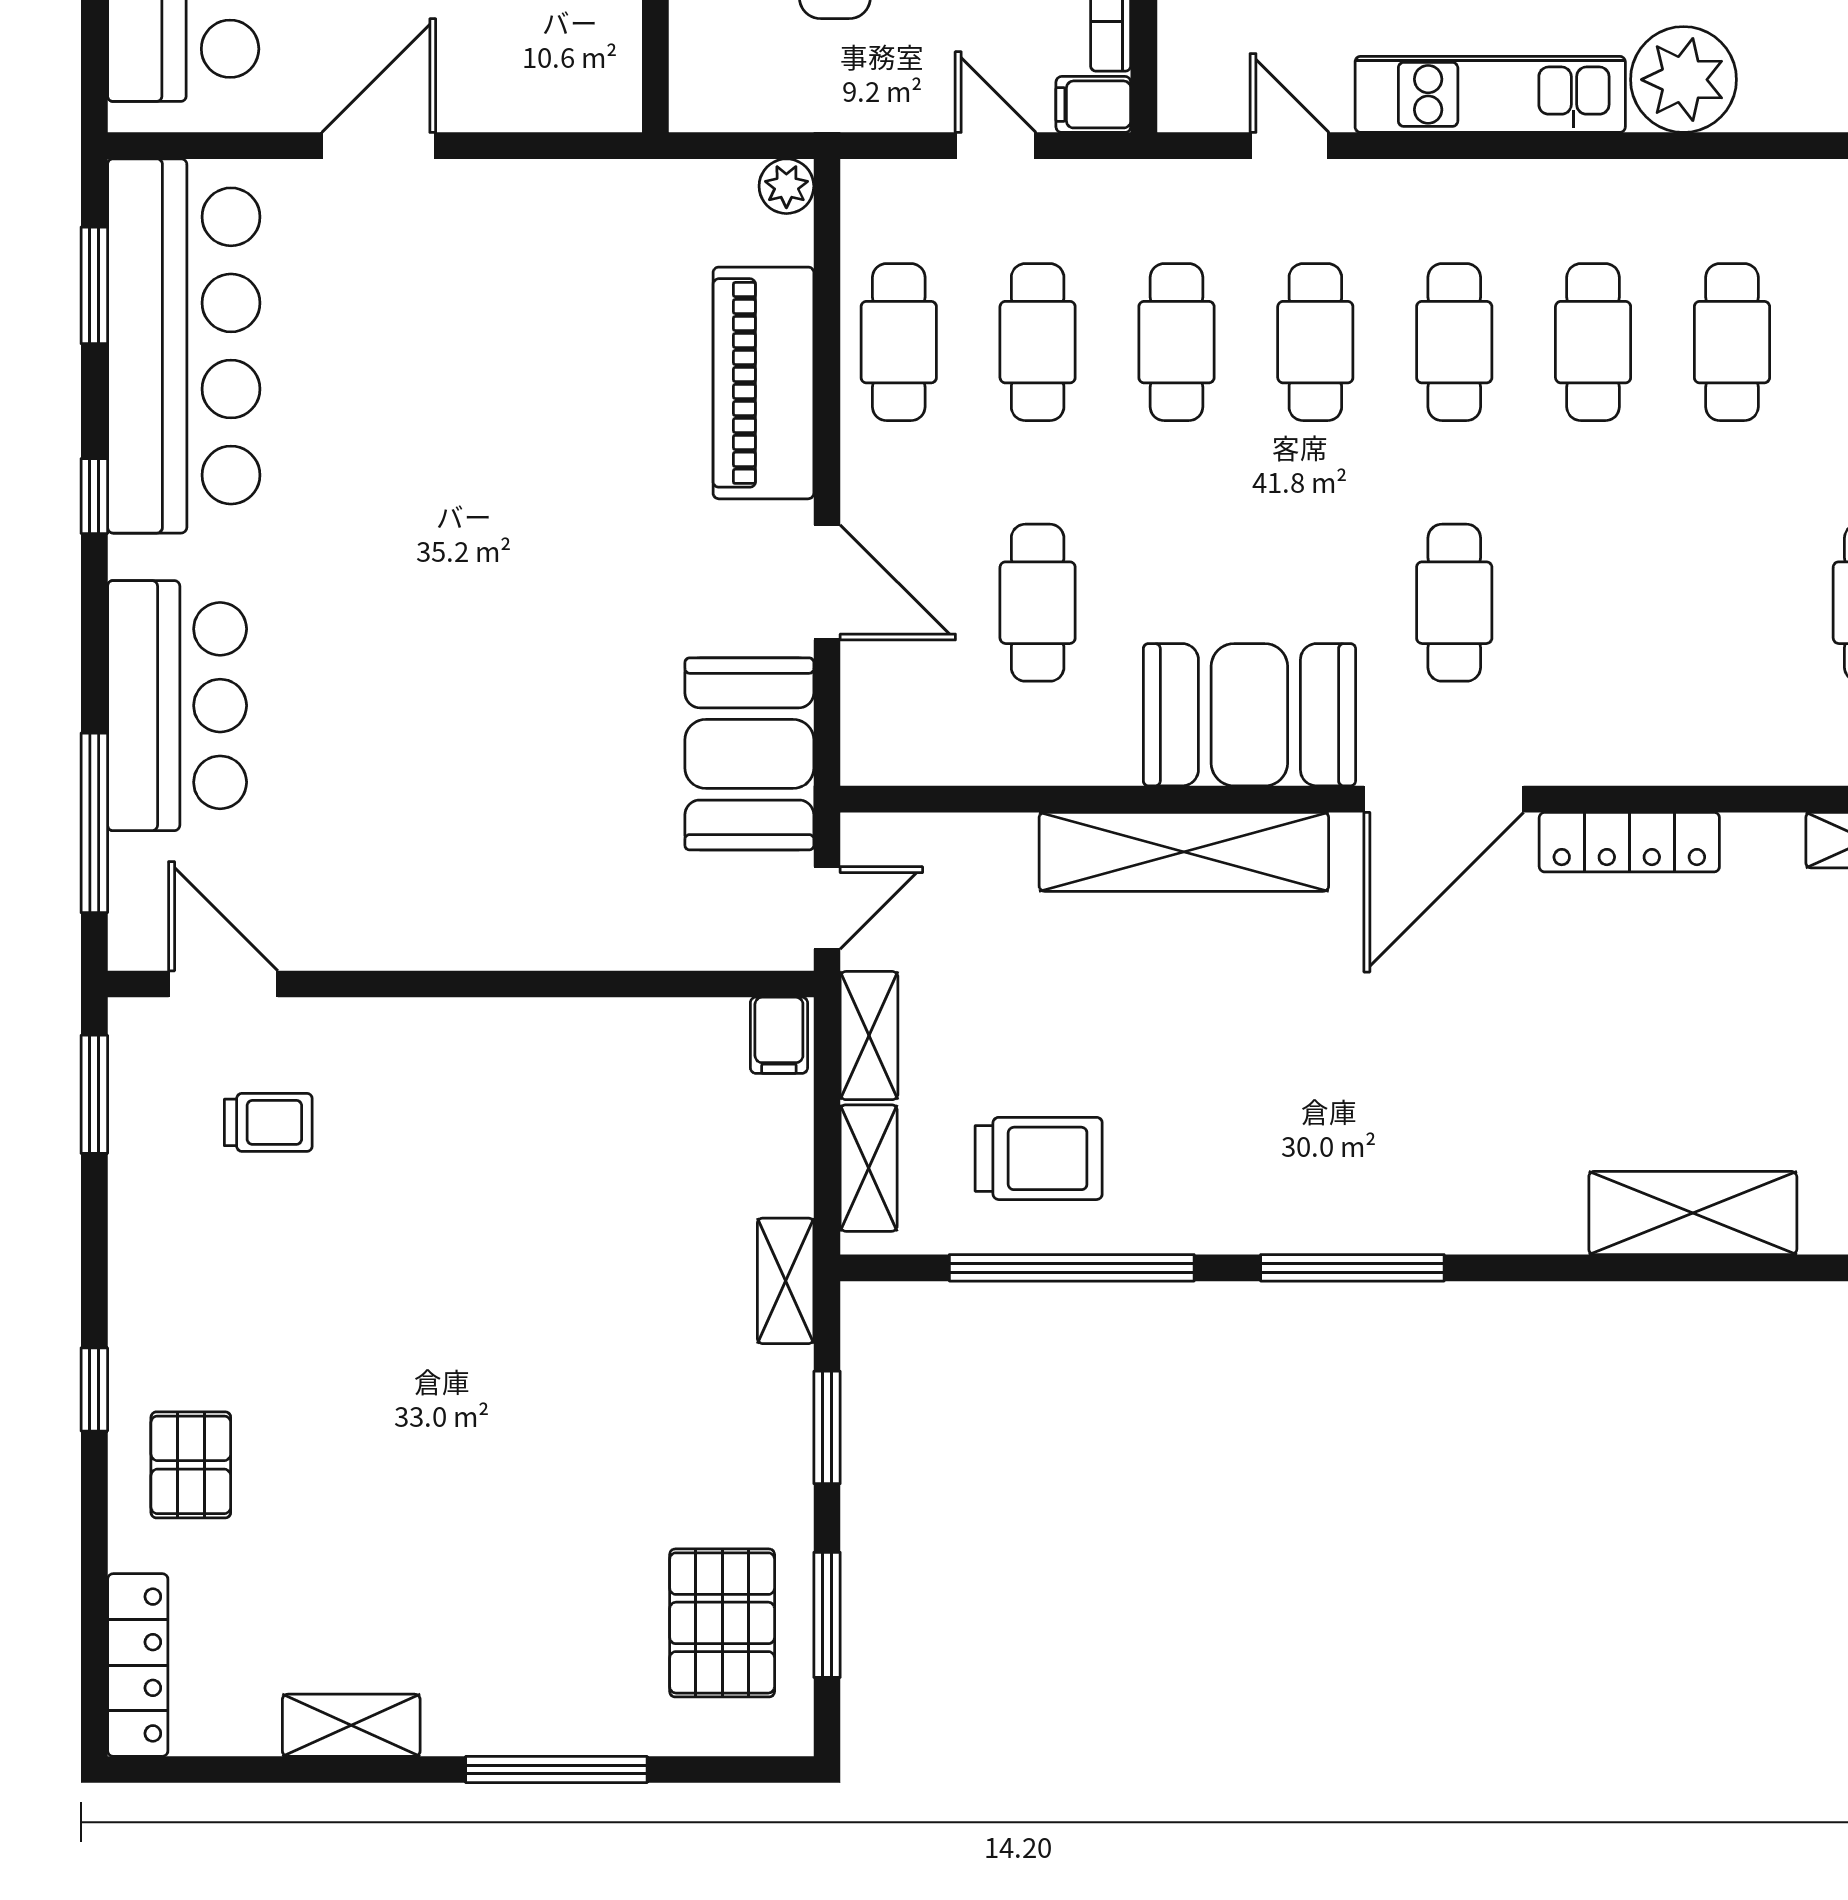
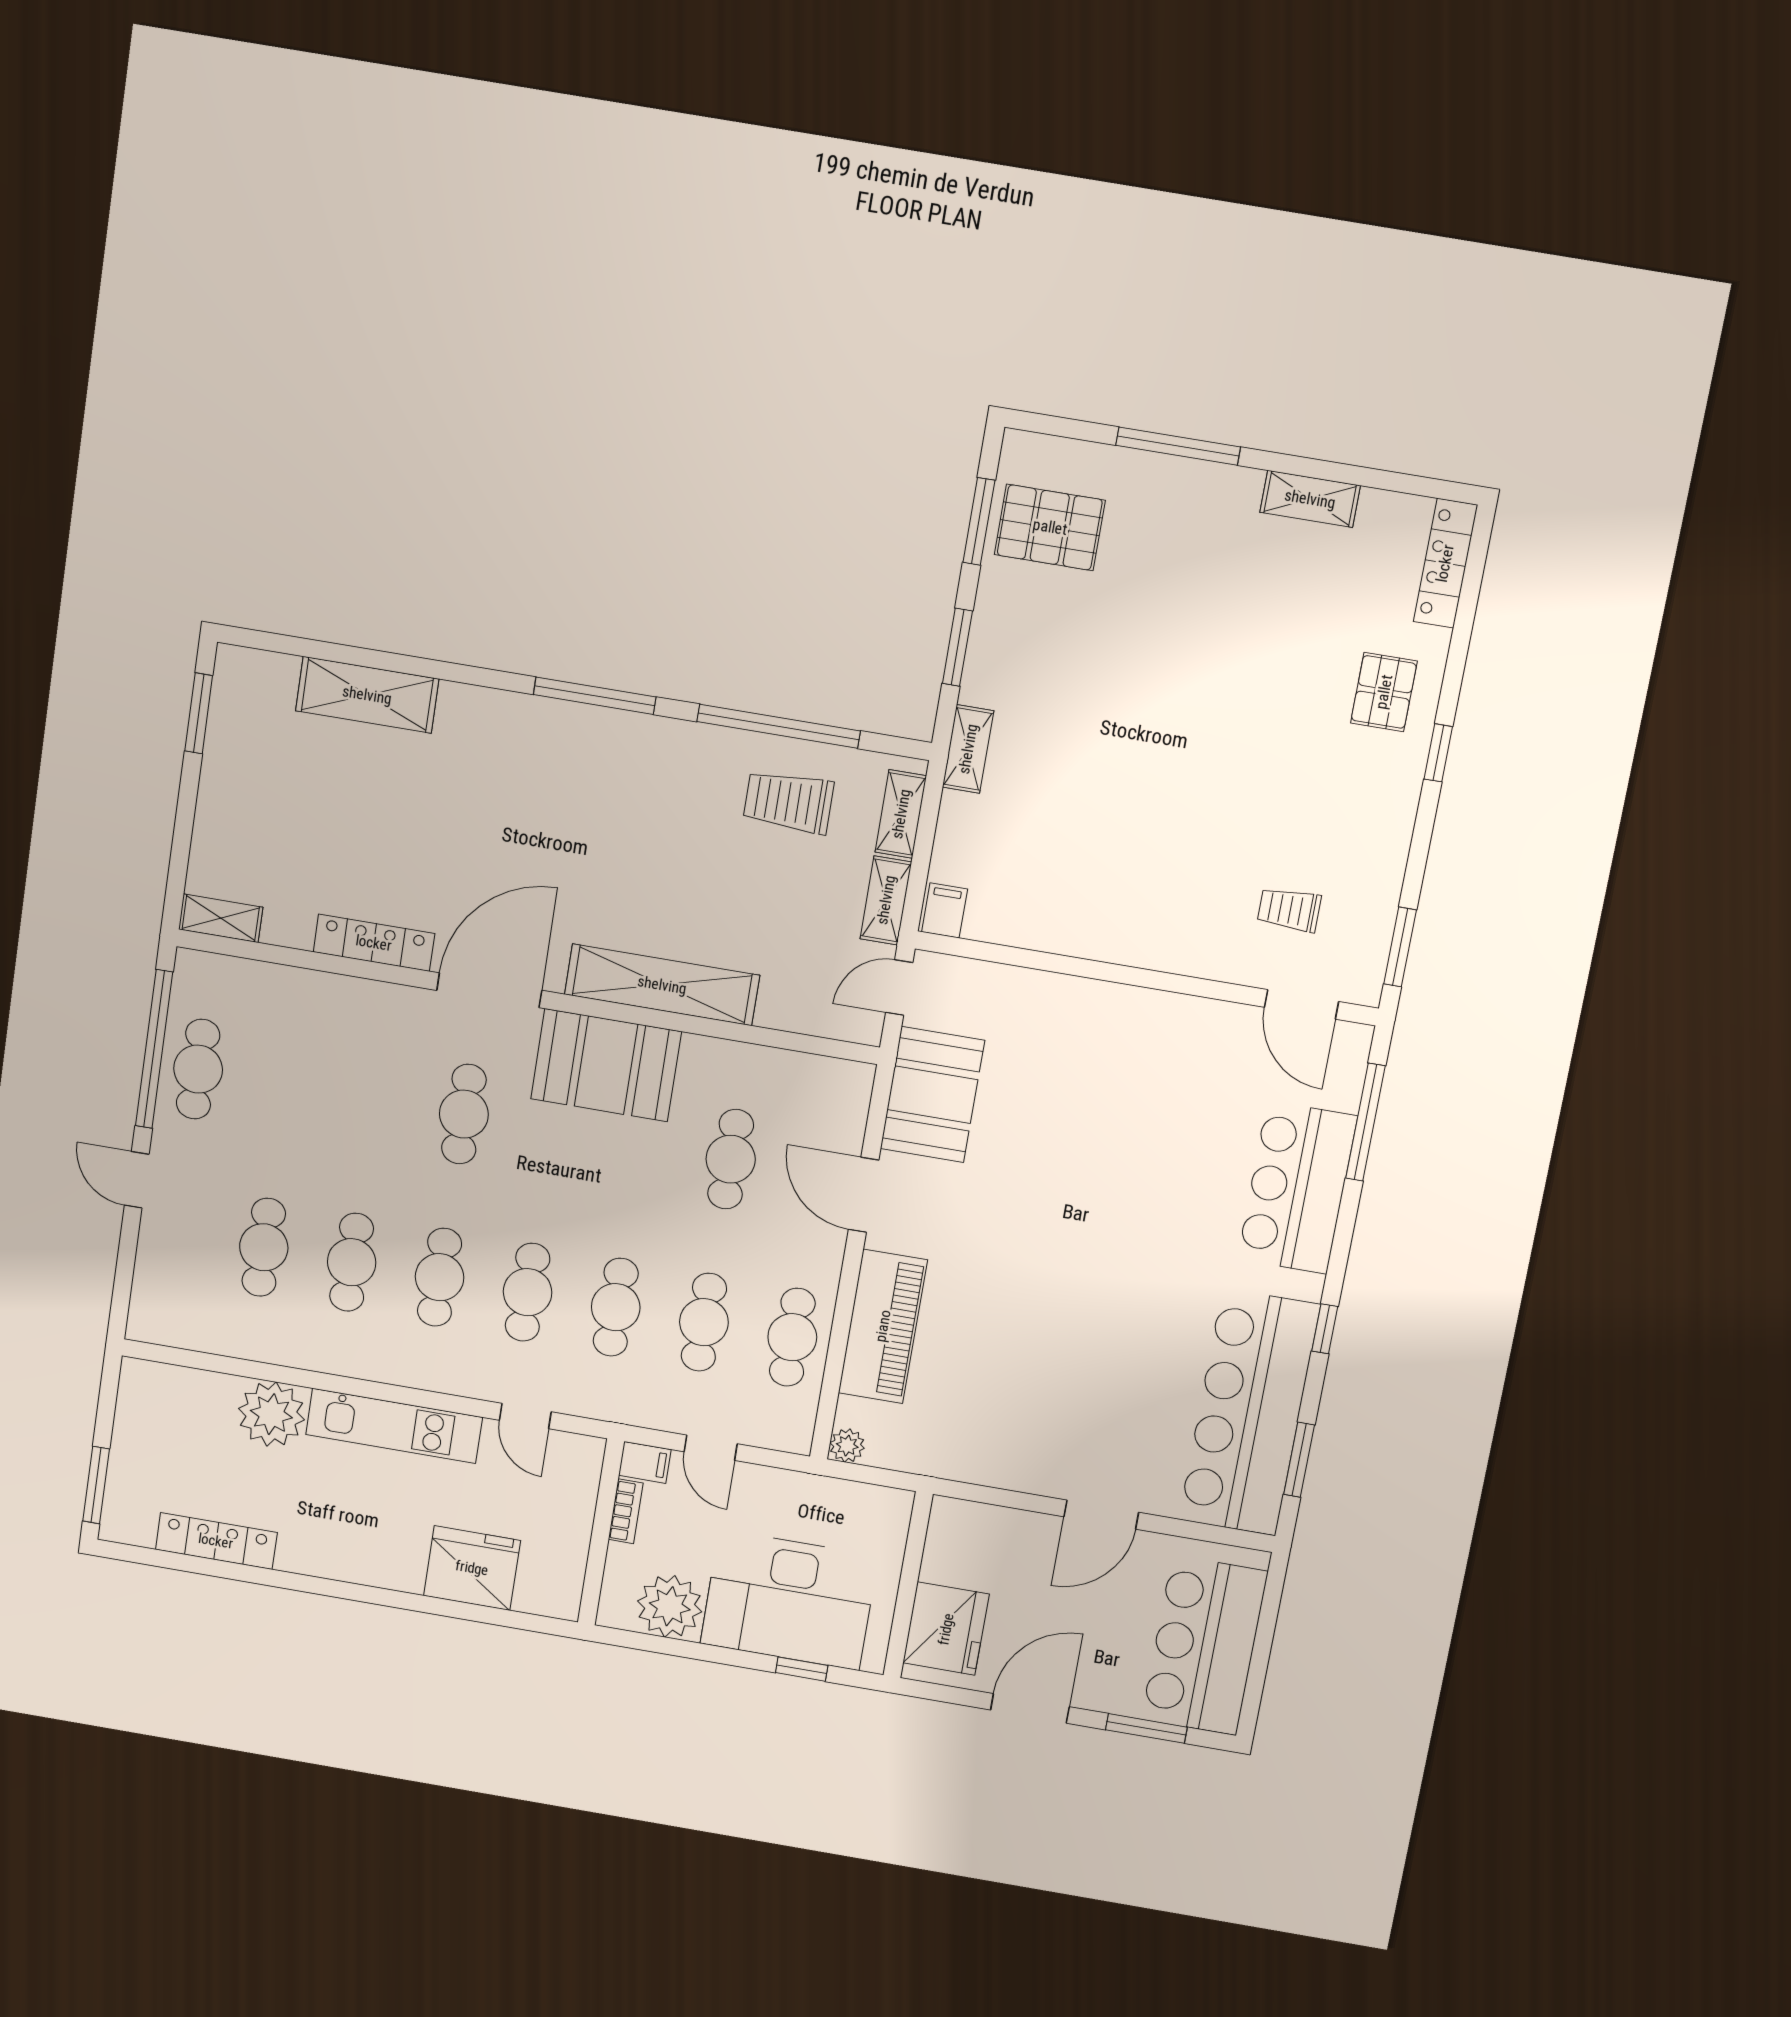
pallet: (722, 1623) -> (1050, 527), turned 90

